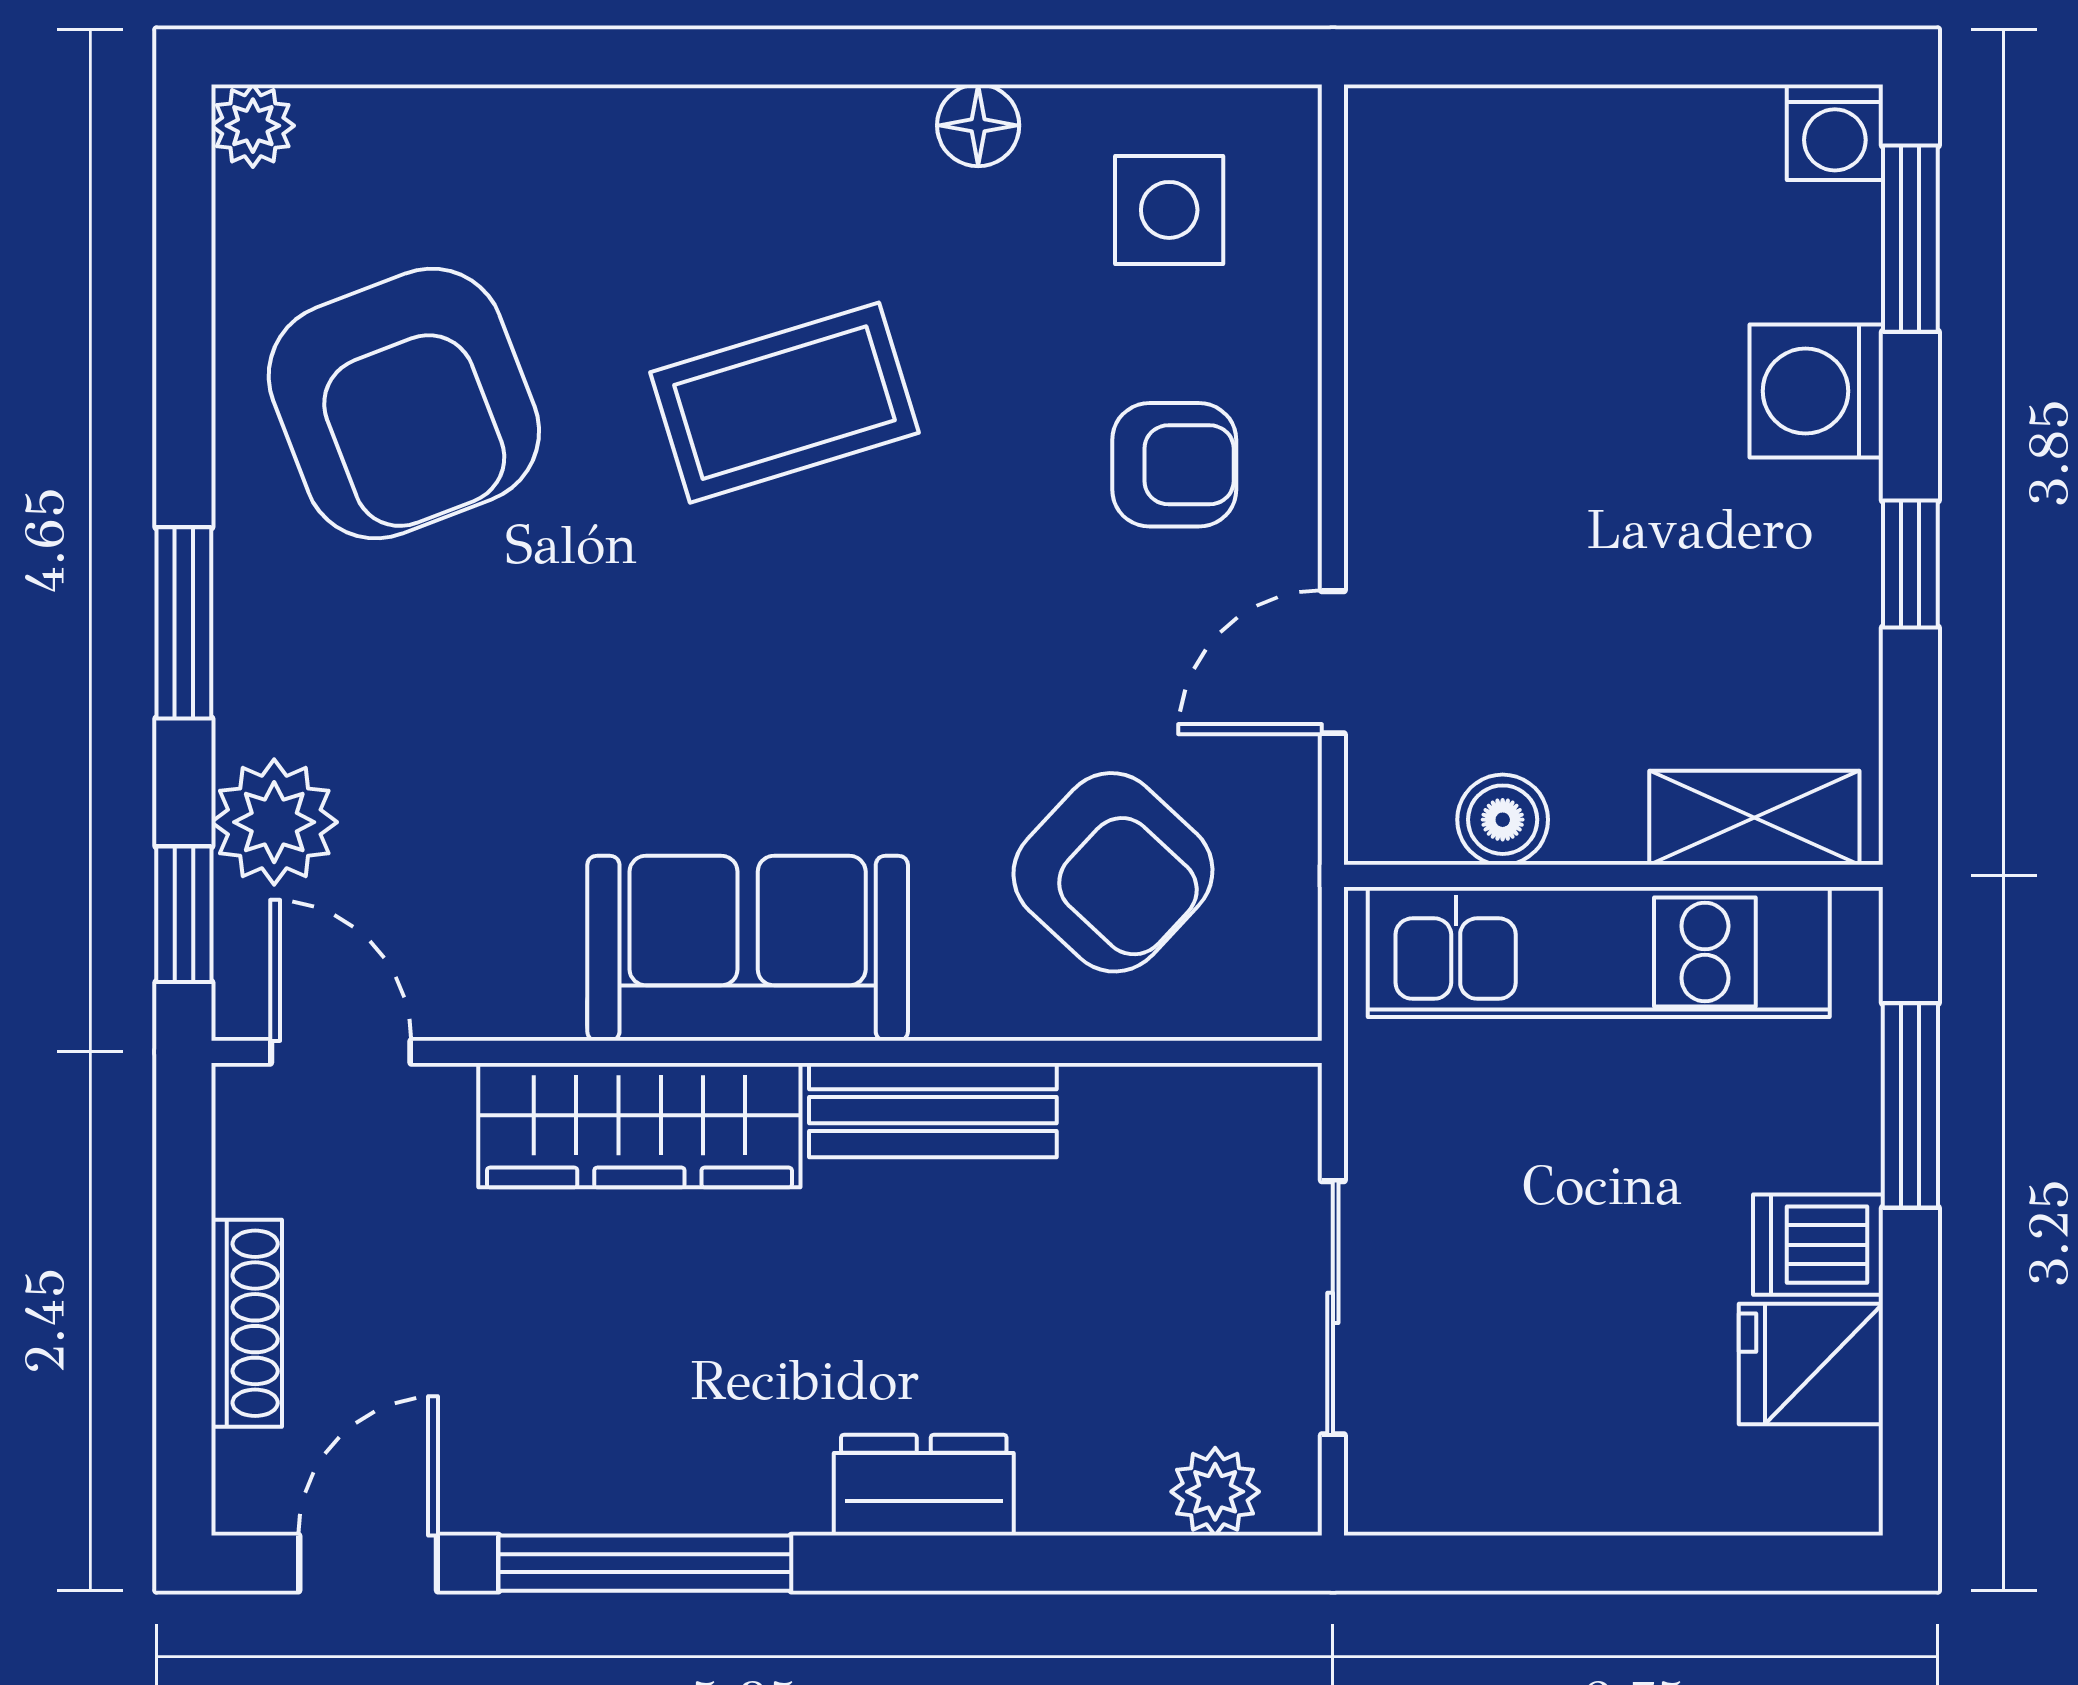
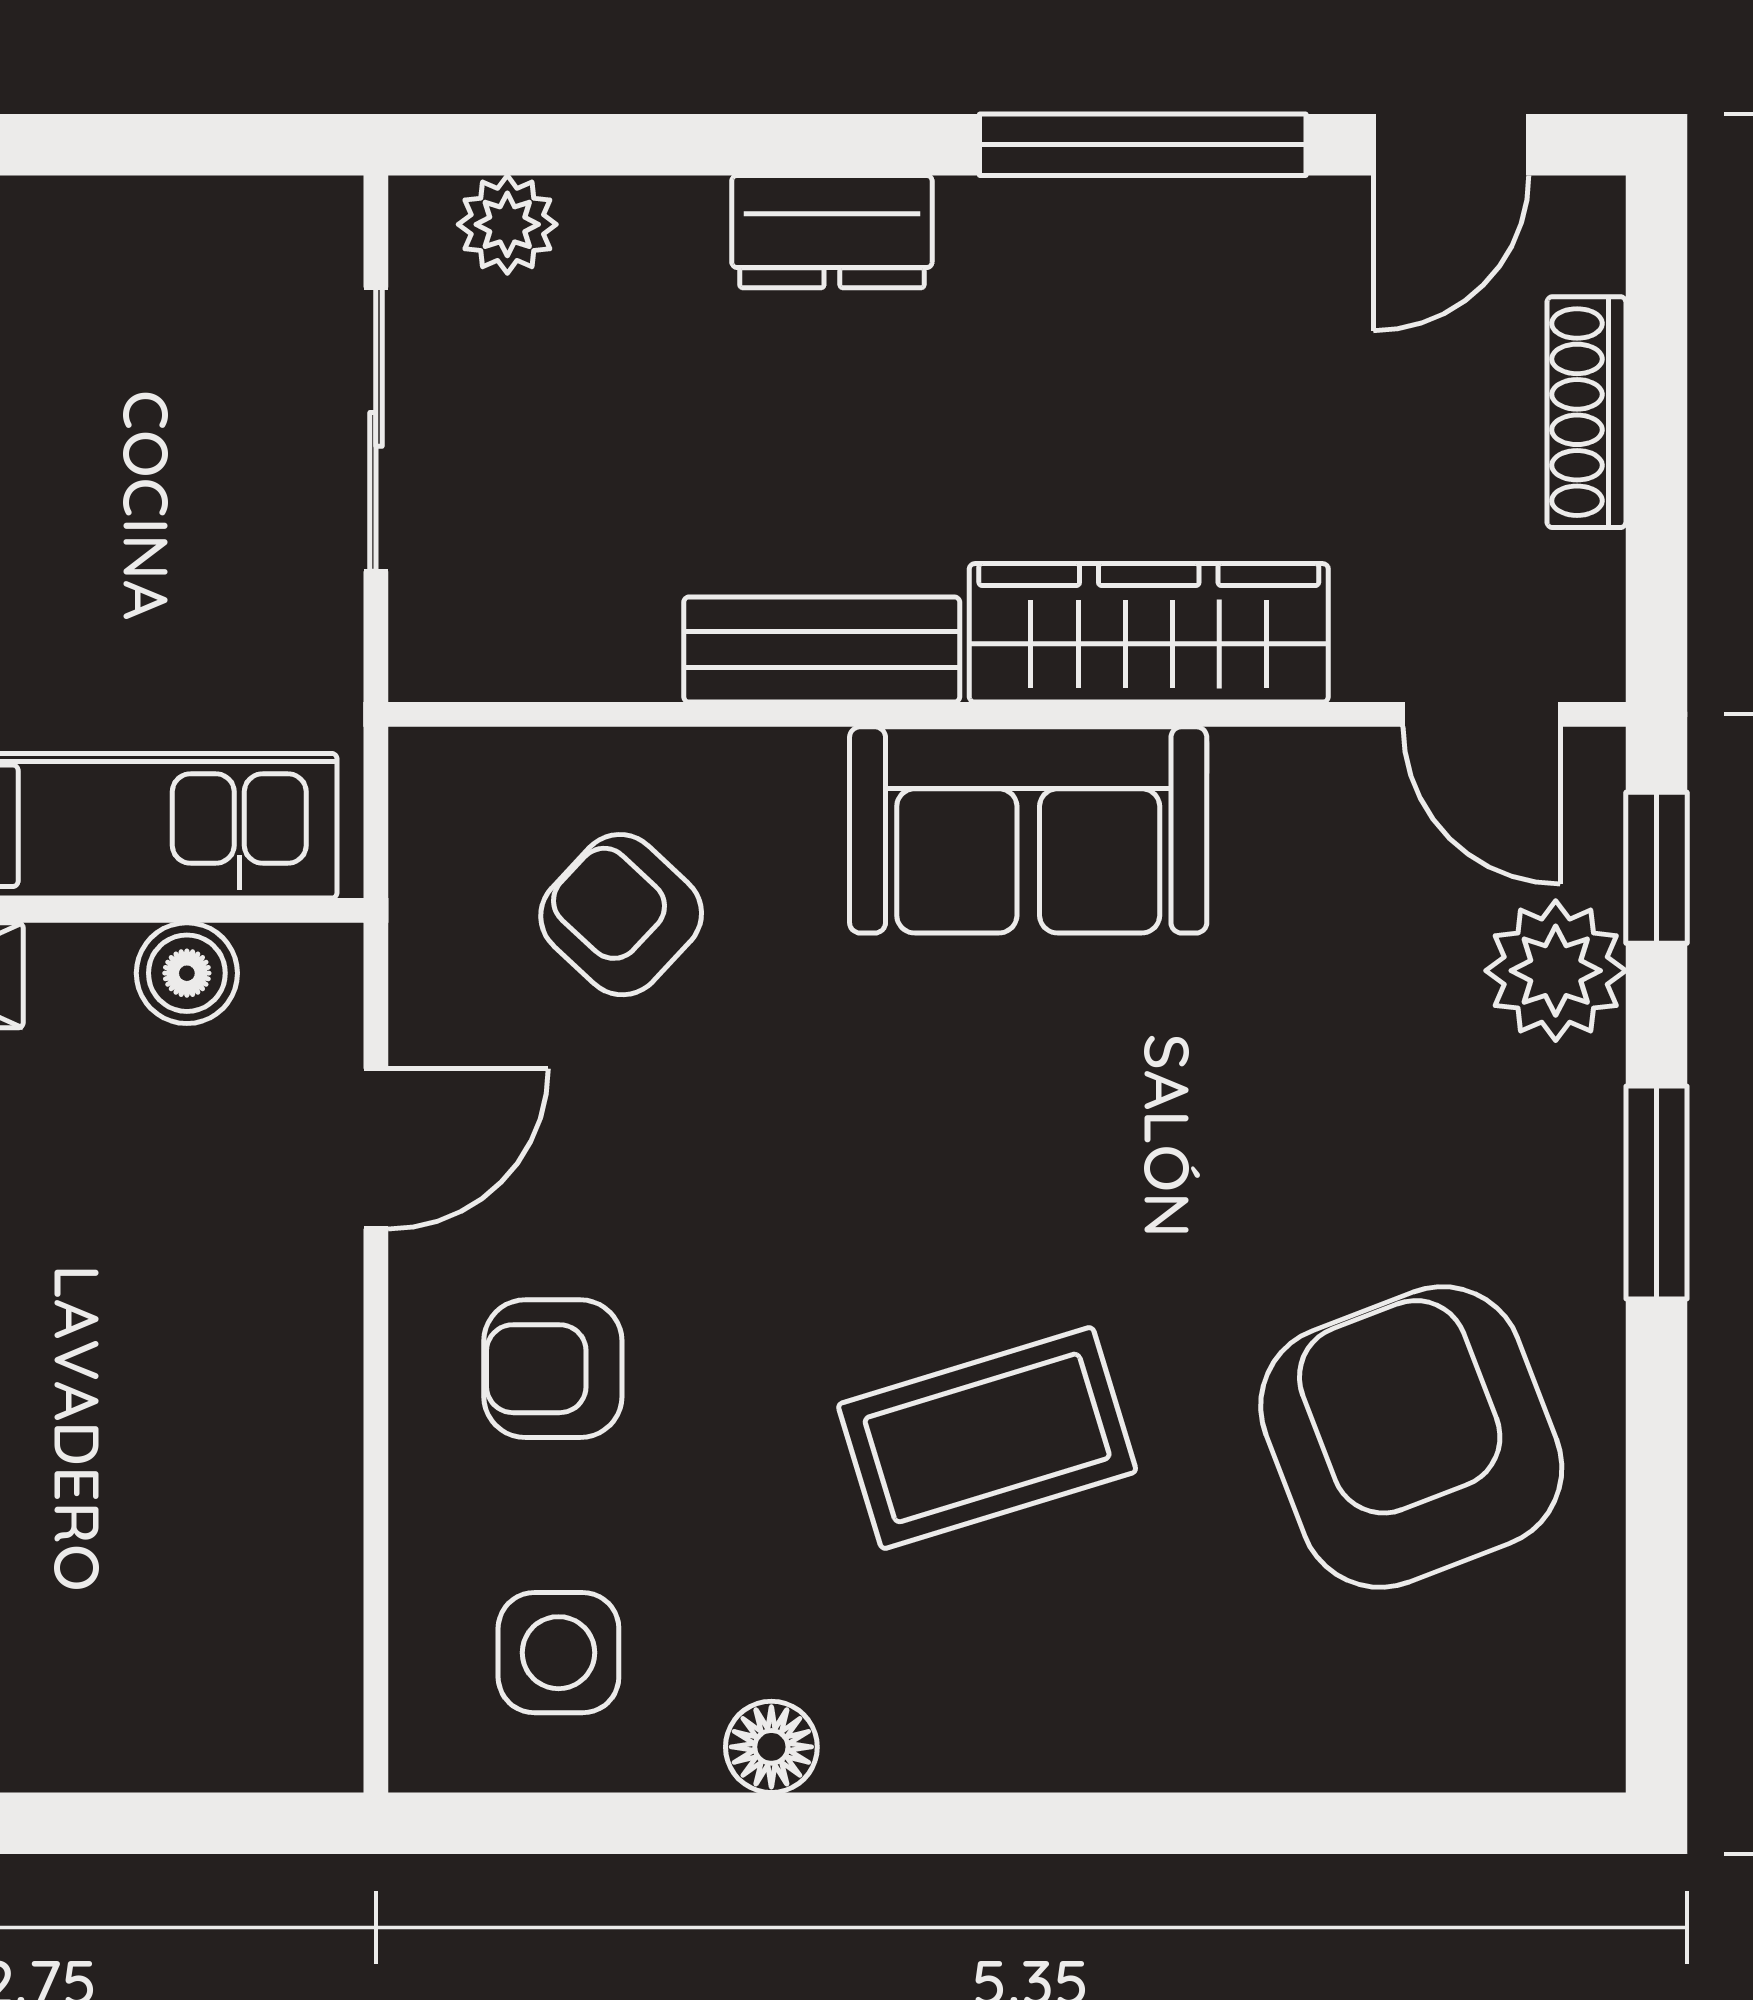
plant: (253, 126) -> (1580, 1747), removed
armchair: (1113, 872) -> (621, 915), width x0.72, depth x0.72

